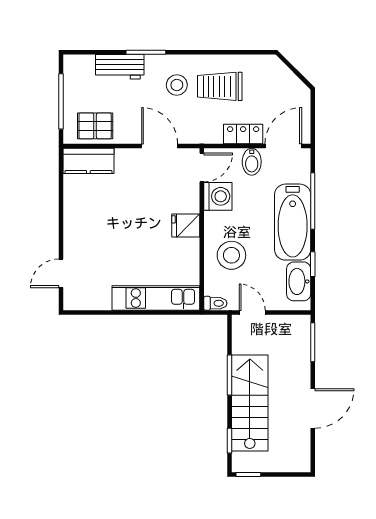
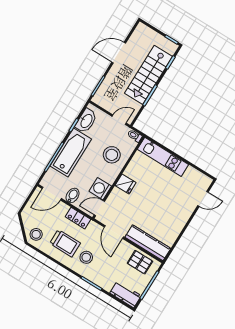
workbench: (120, 67) -> (125, 294), moved
stool: (269, 73) -> (36, 234), added
locker: (243, 134) -> (78, 218), moved
kitchen counter: (88, 161) -> (148, 243), width x1.50
door: (252, 312) -> (119, 120), swing flipped

